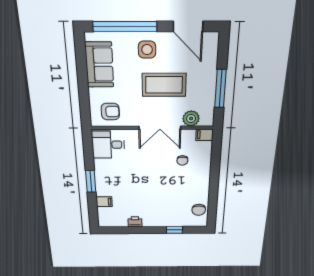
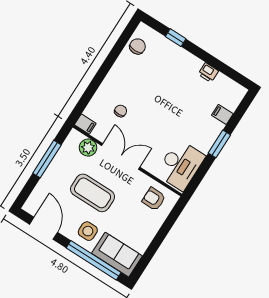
sofa: (99, 65) -> (117, 255), moved, turned 90
desk: (108, 145) -> (180, 165), width x1.37

